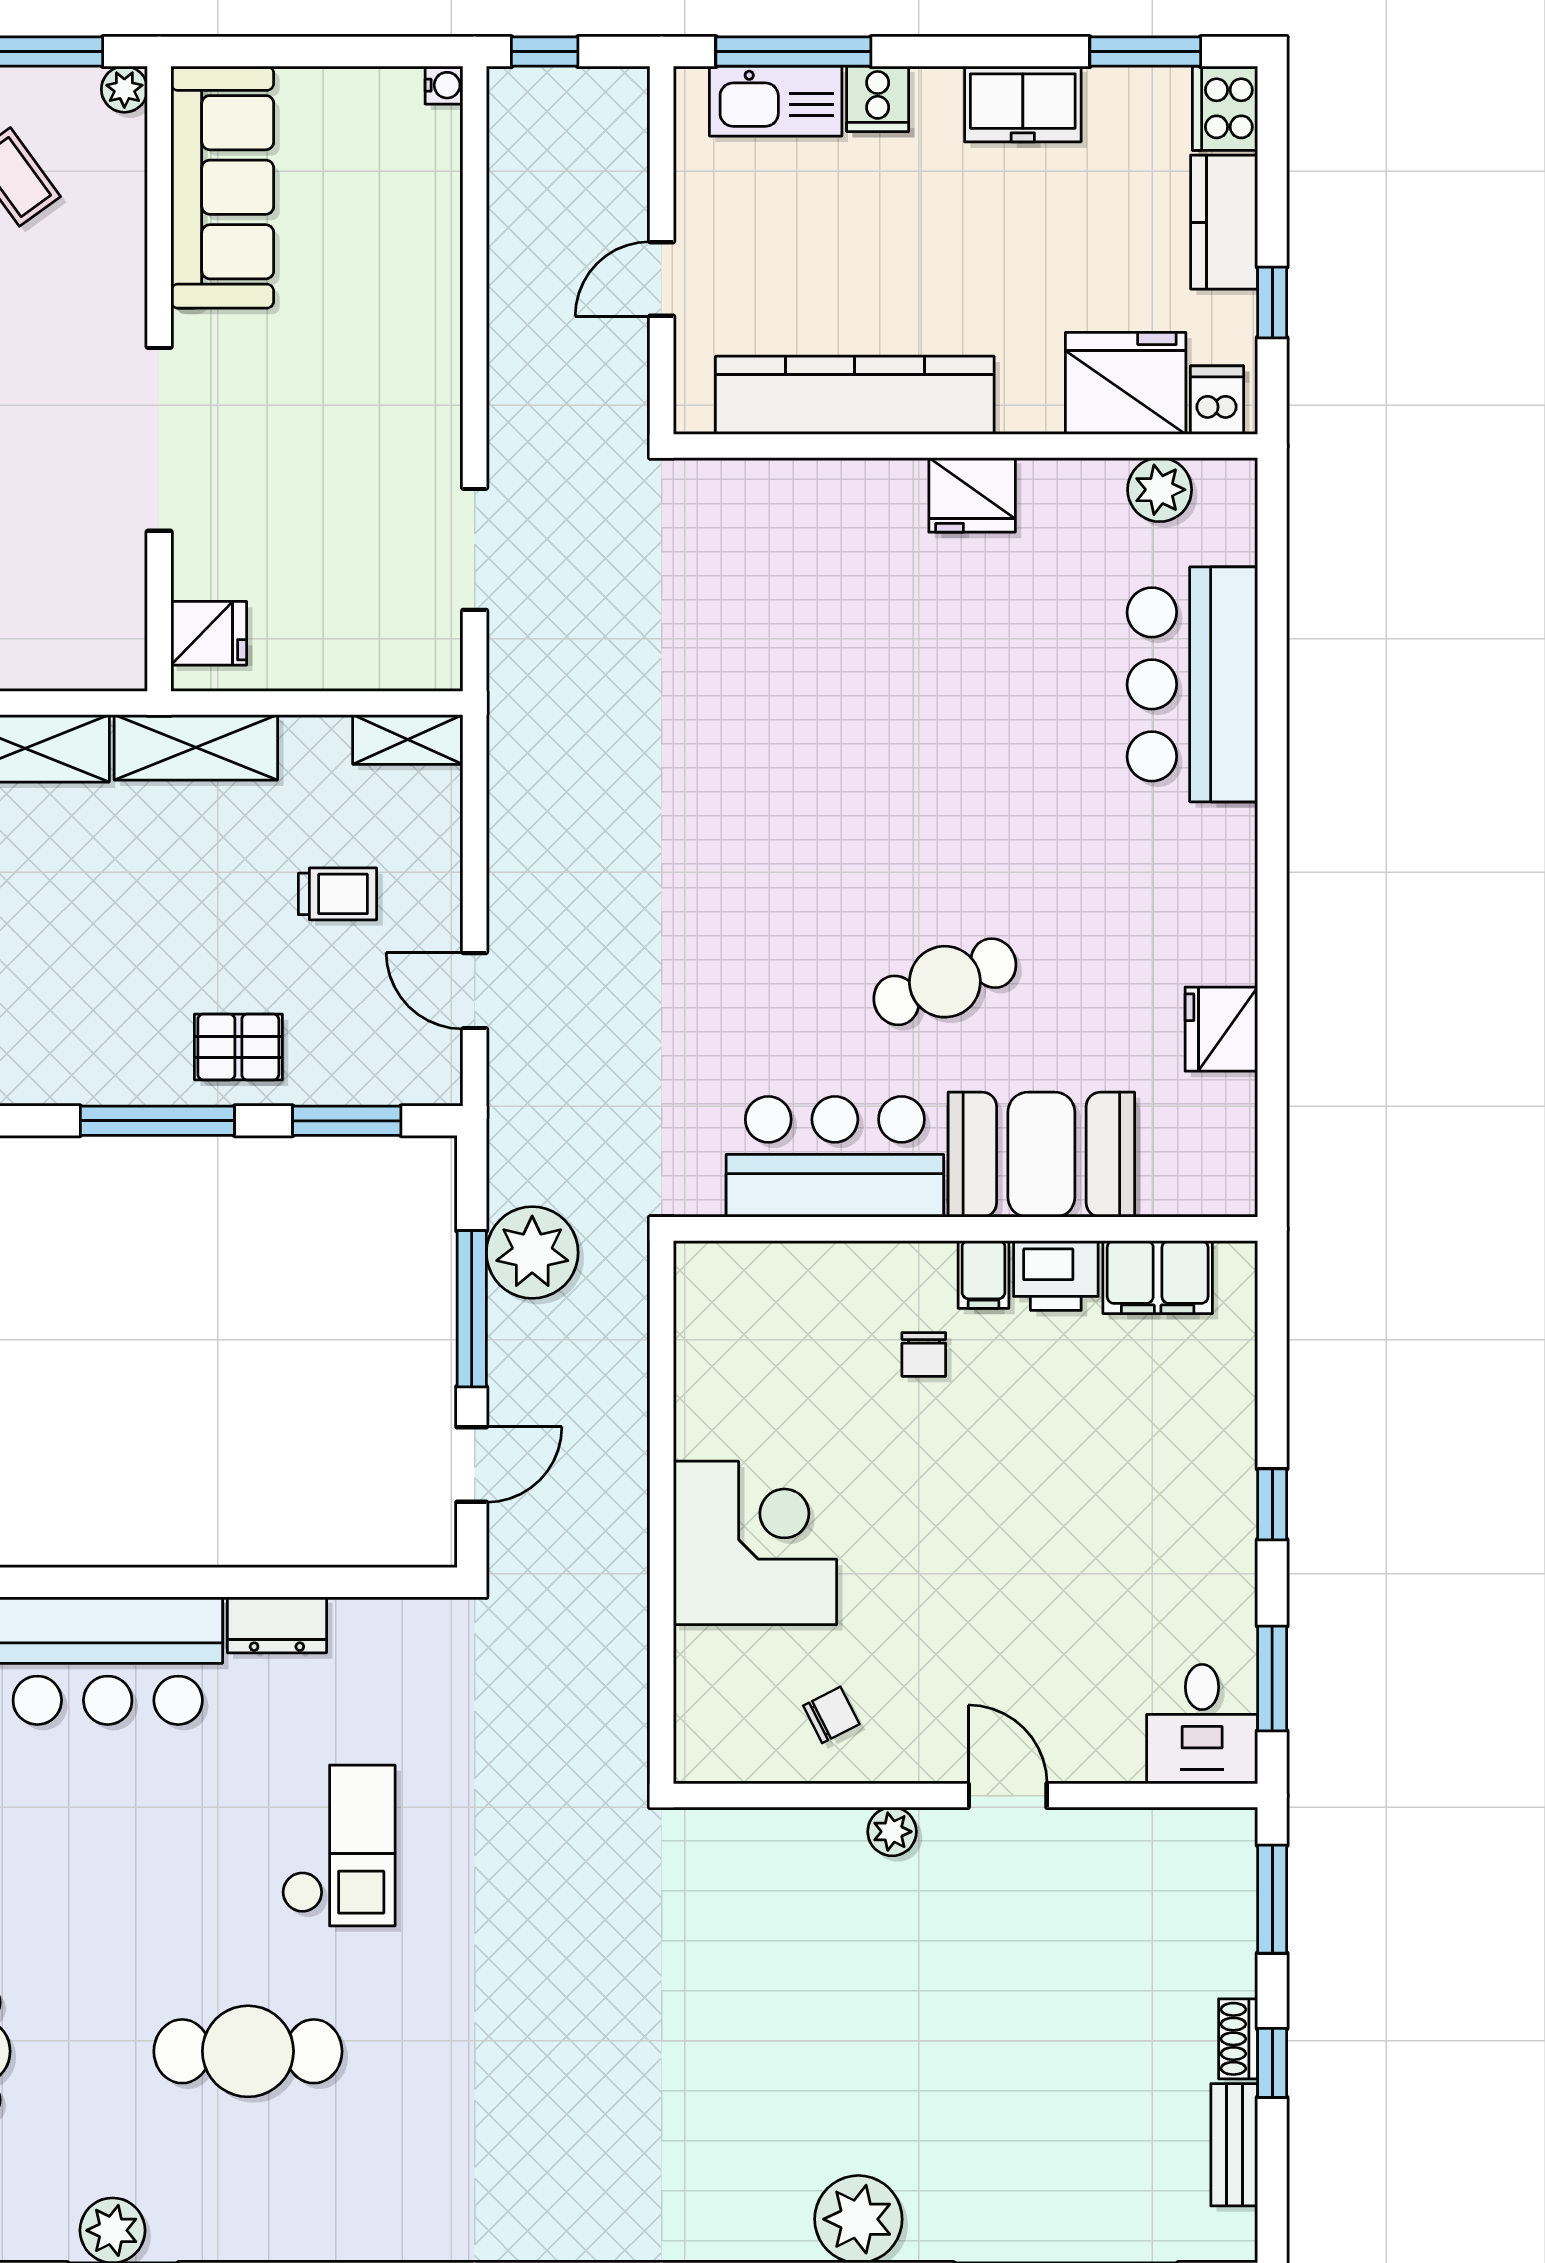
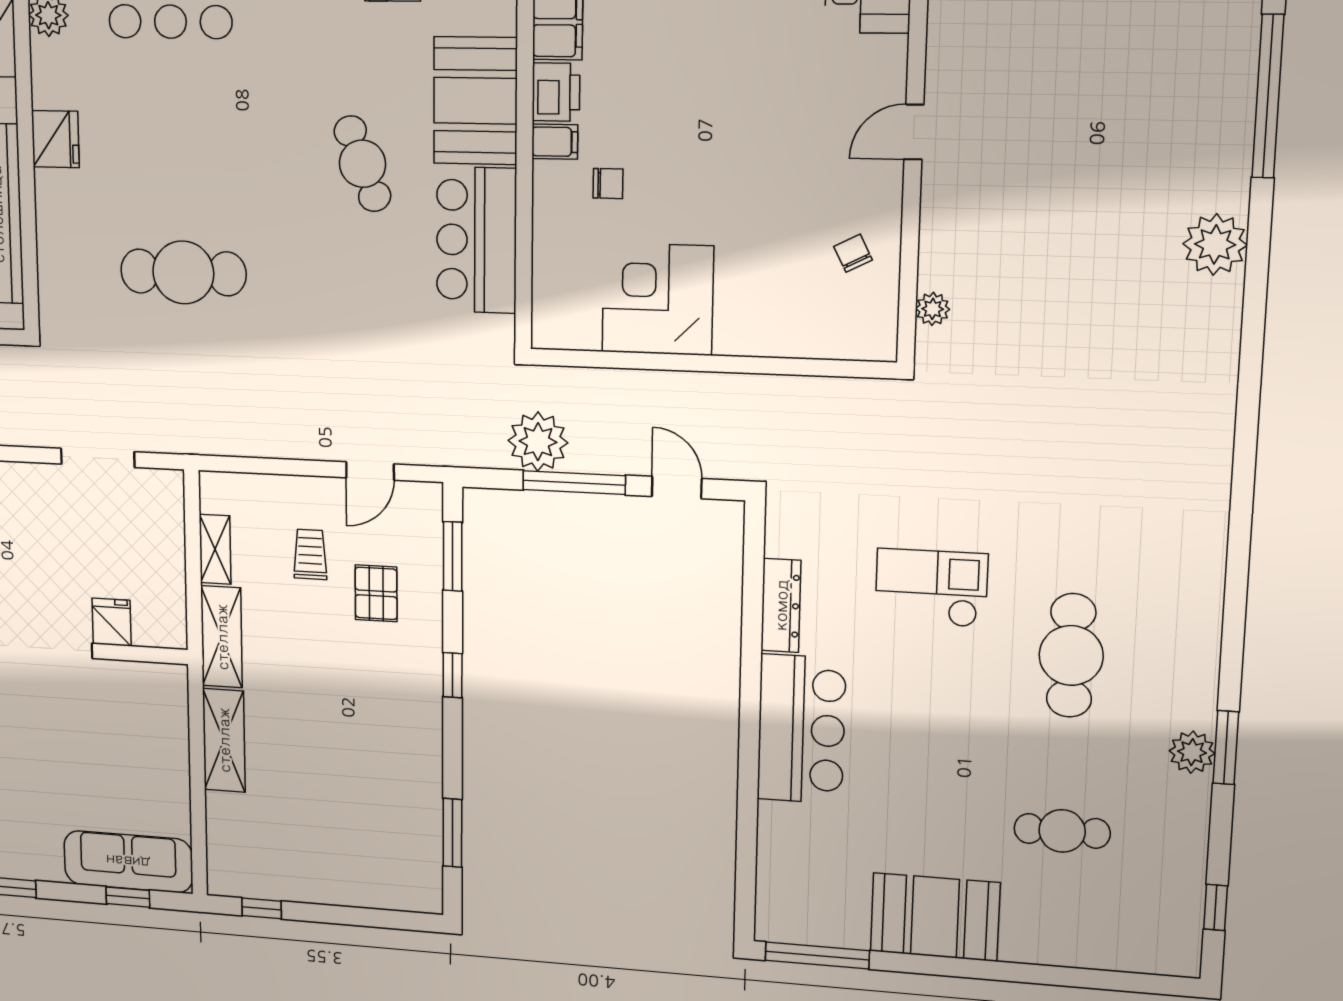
fridge: (209, 633) -> (112, 622), moved
cafe table: (772, 697) -> (183, 272), added
shelving: (408, 740) -> (215, 549), moved
pallet: (238, 1047) -> (376, 593), moved
window: (157, 1121) -> (453, 675), width x0.46
corner desk: (755, 1543) -> (658, 299), moved
dresser: (277, 1625) -> (781, 605), width x1.44
plant: (892, 1832) -> (933, 309), moved

